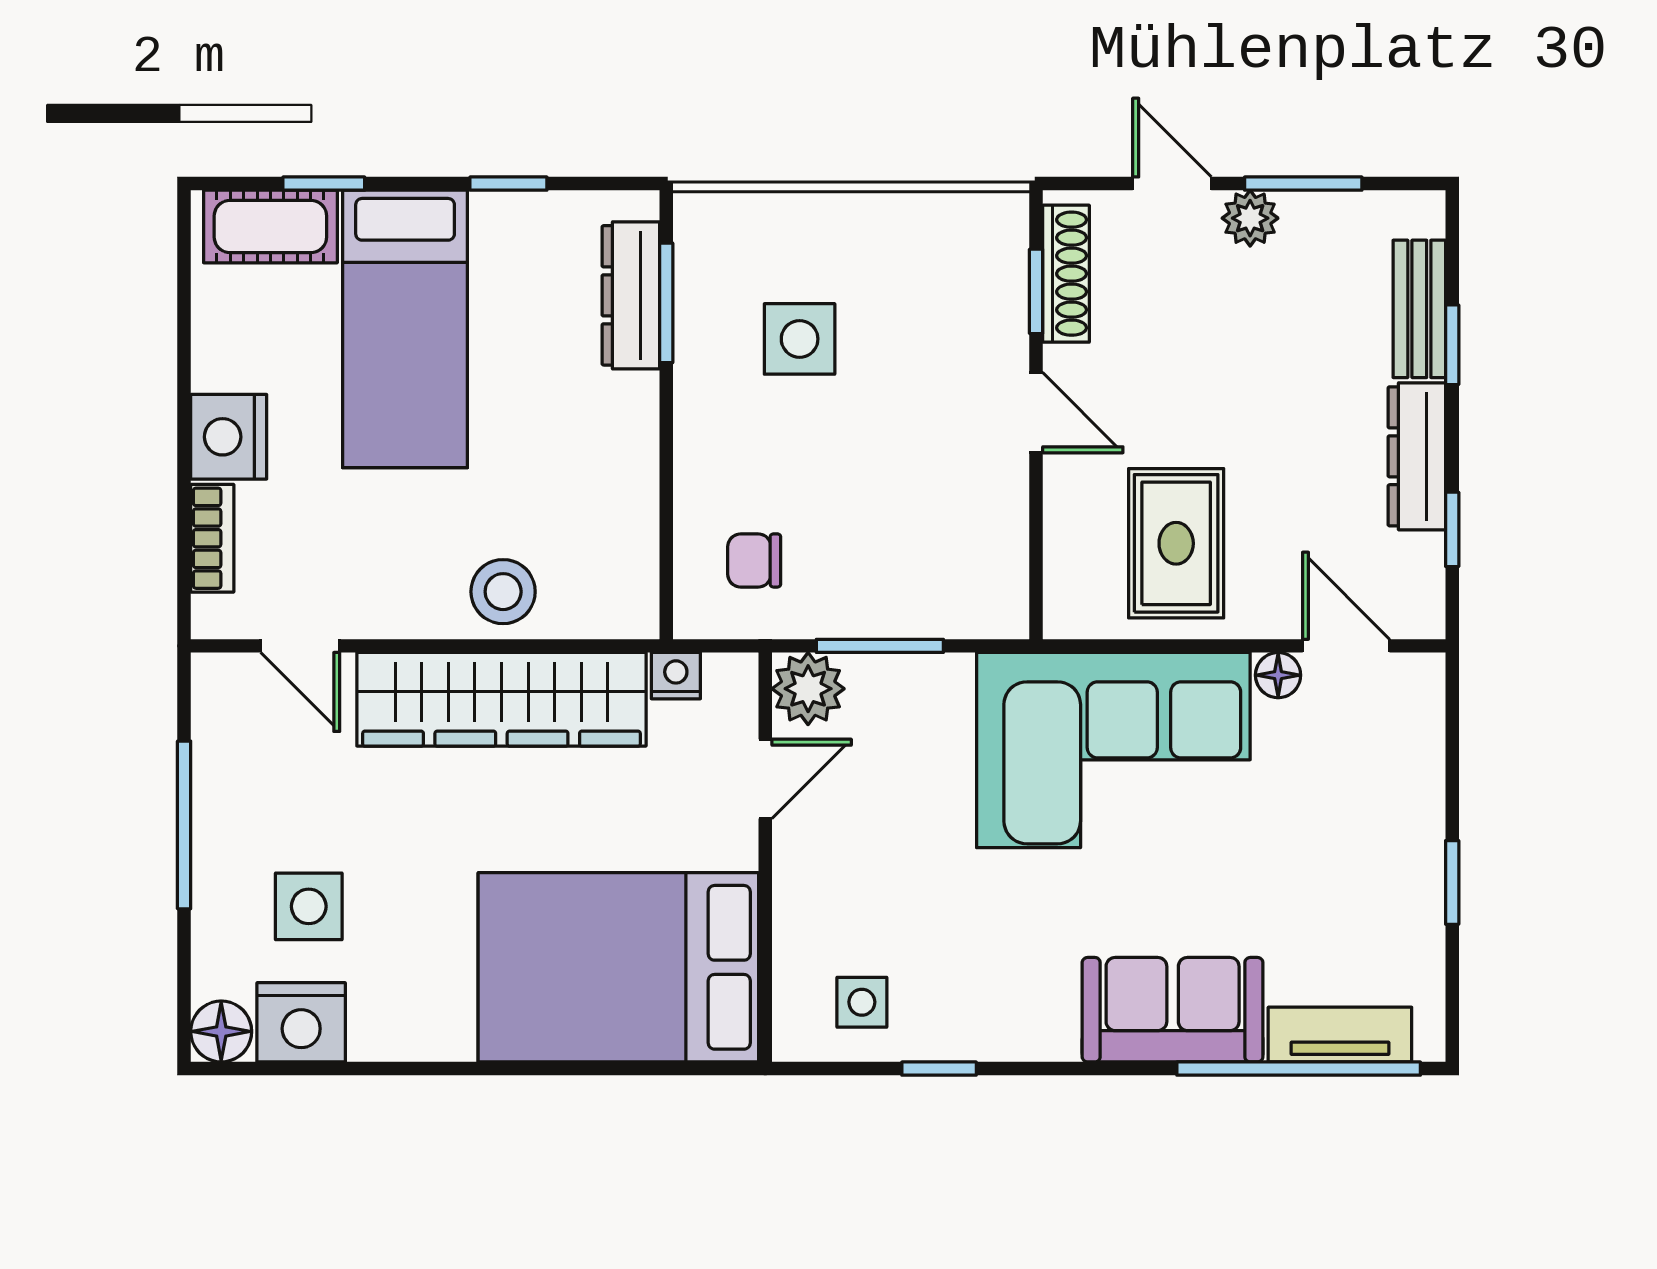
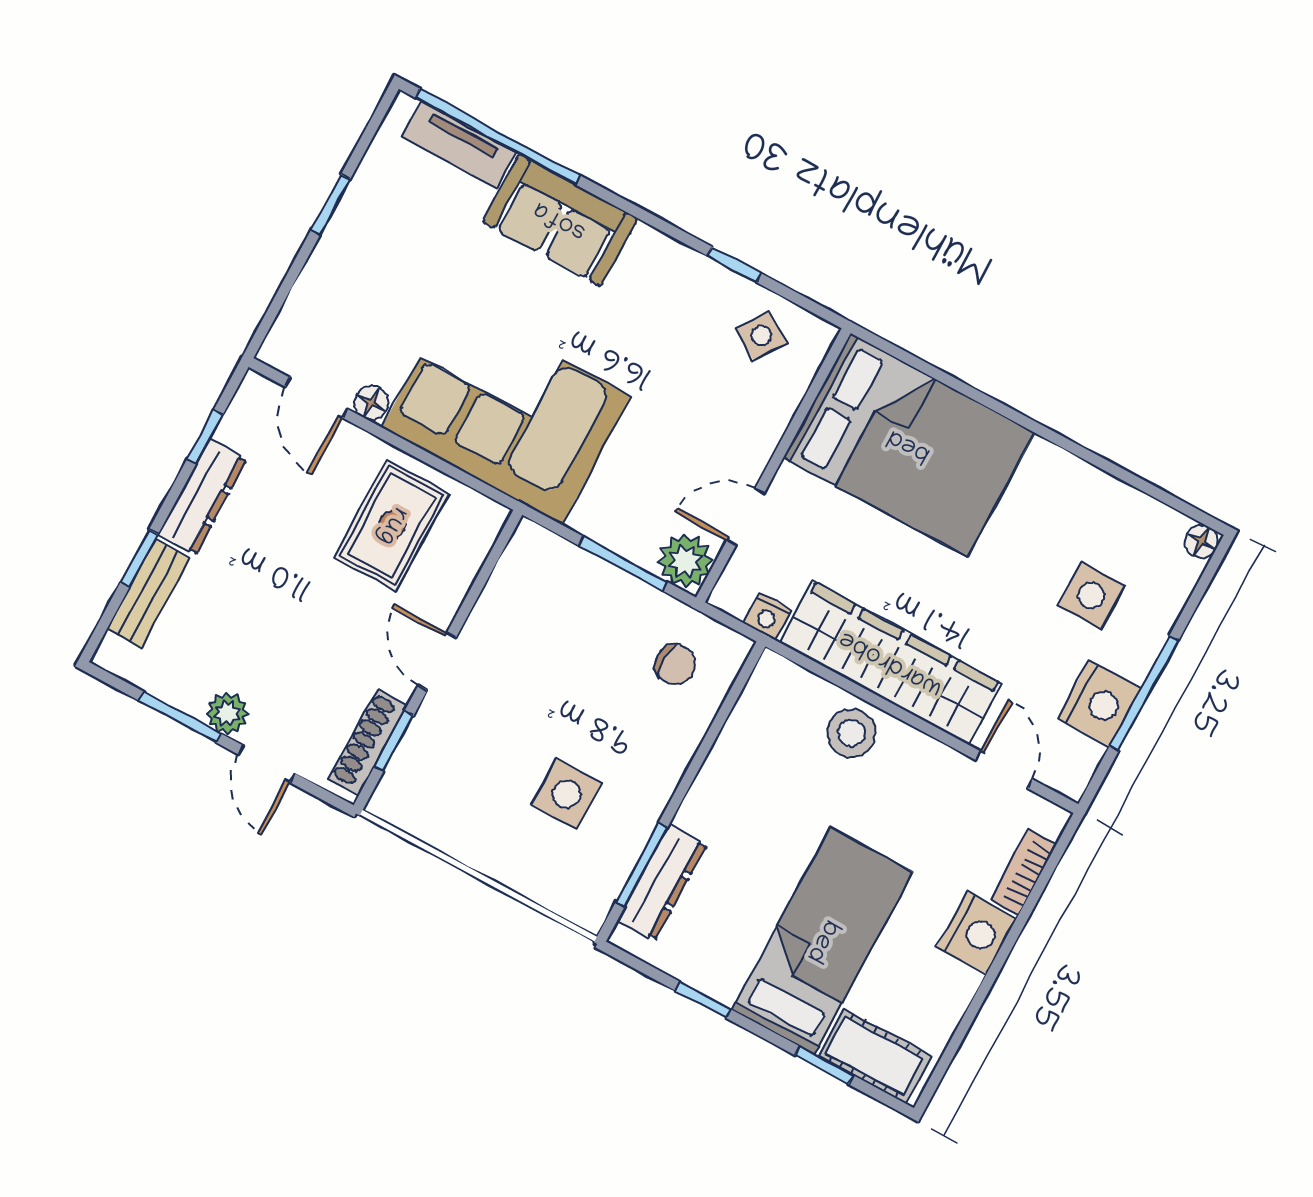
side table: (862, 1002) -> (761, 336), turned 34
nightstand: (301, 1022) -> (1099, 703), moved, turned 90
floor lamp: (221, 1031) -> (1201, 542), width x0.73, depth x0.73

